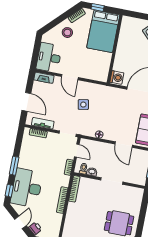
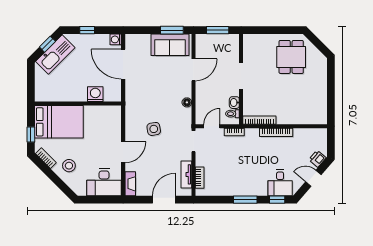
washing machine: (117, 77) -> (95, 94), moved
desk: (27, 188) -> (280, 183), width x0.53, depth x0.77

